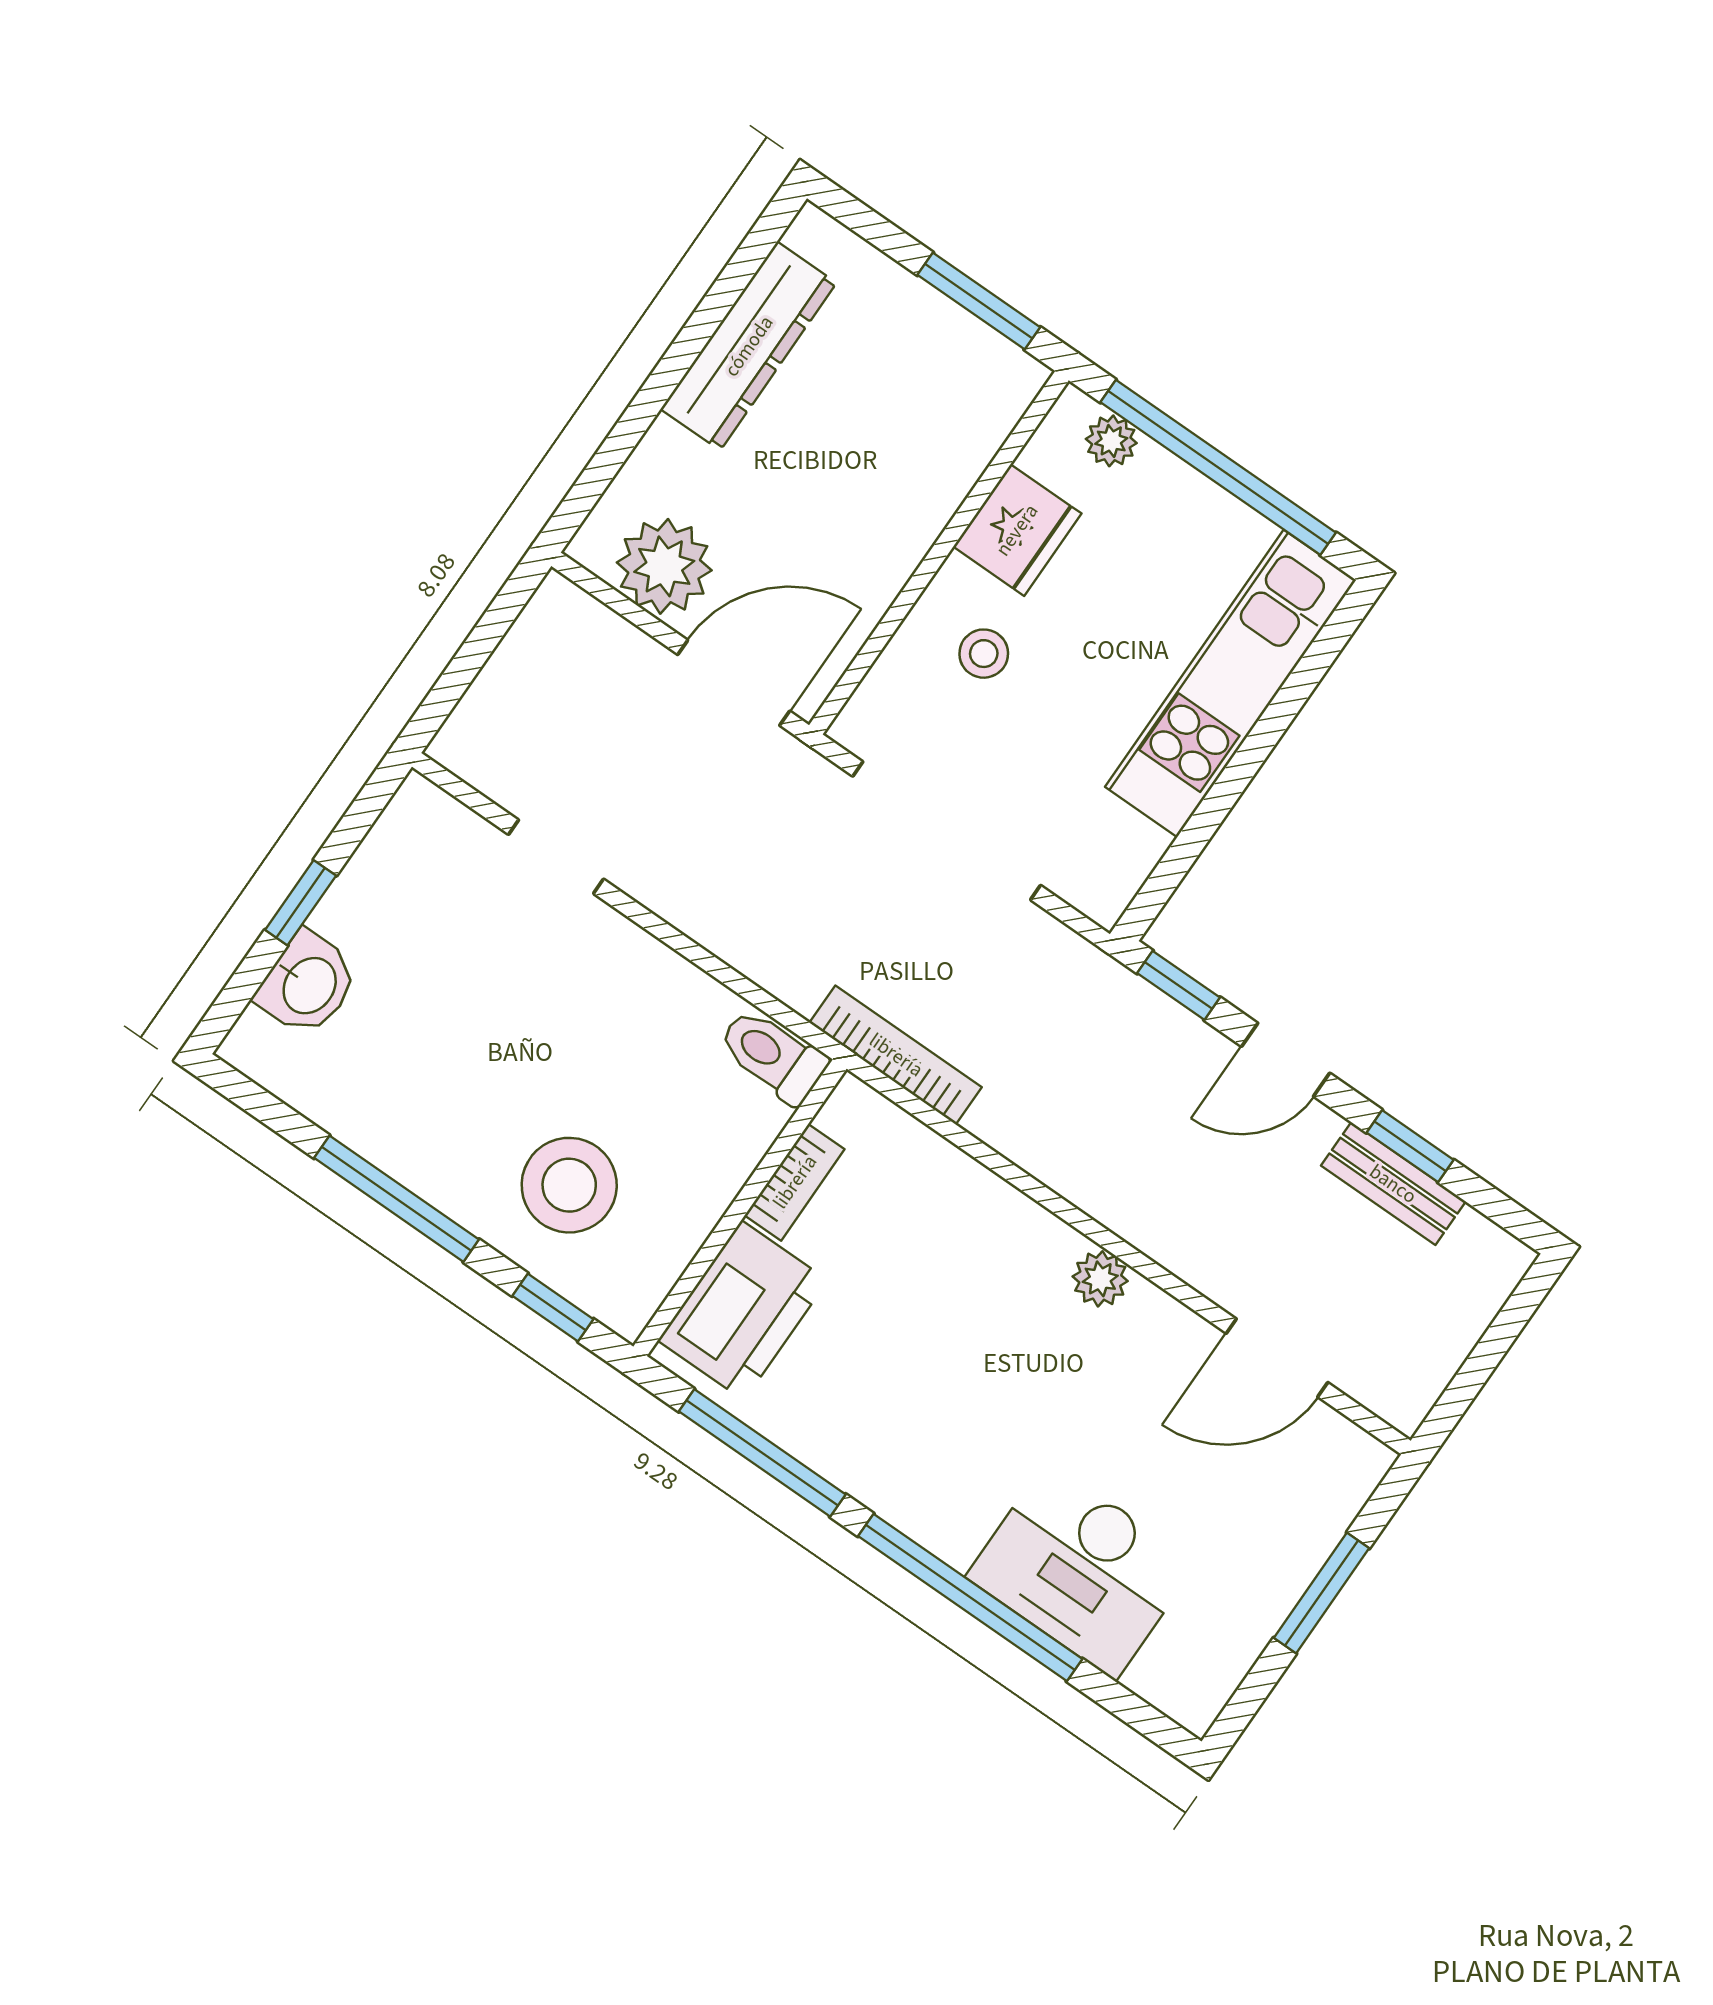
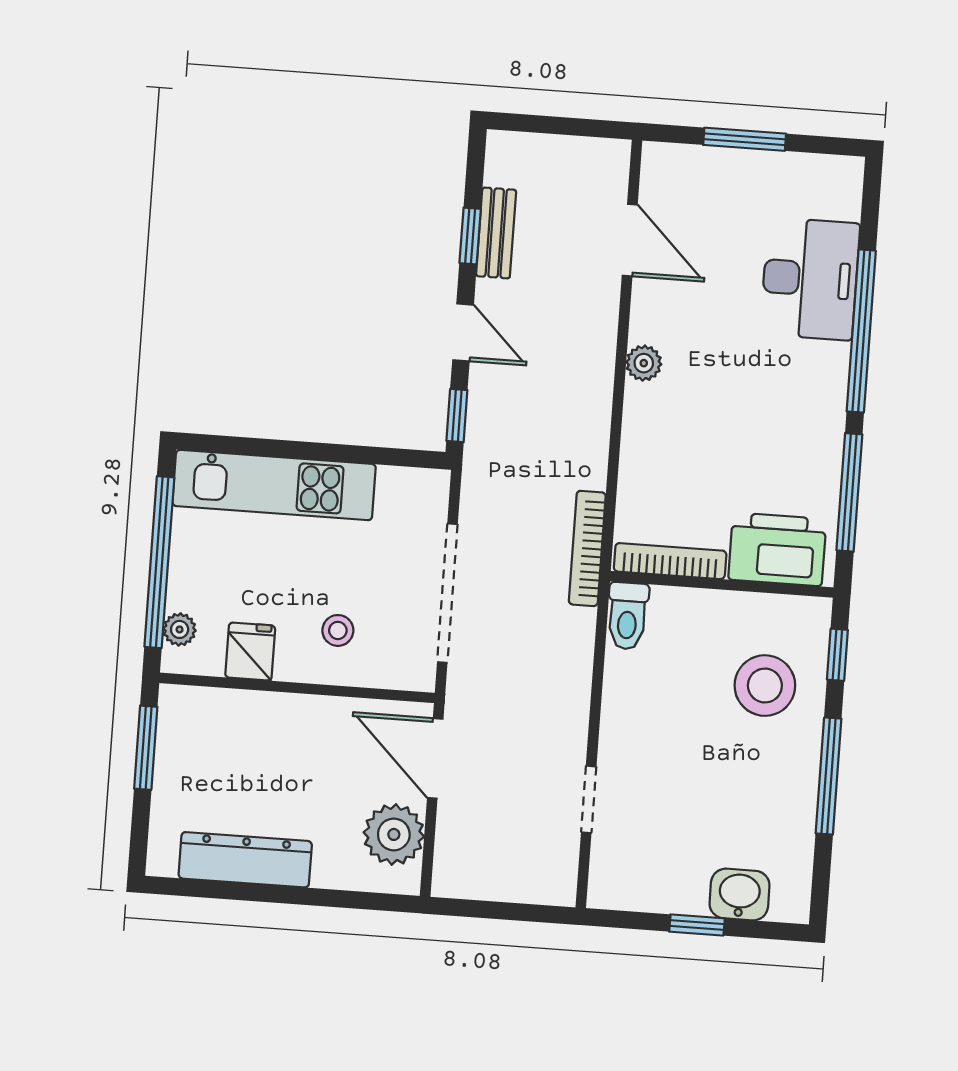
fridge: (1017, 530) -> (250, 652), width x0.72
bookcase: (795, 1182) -> (670, 561), width x1.56

